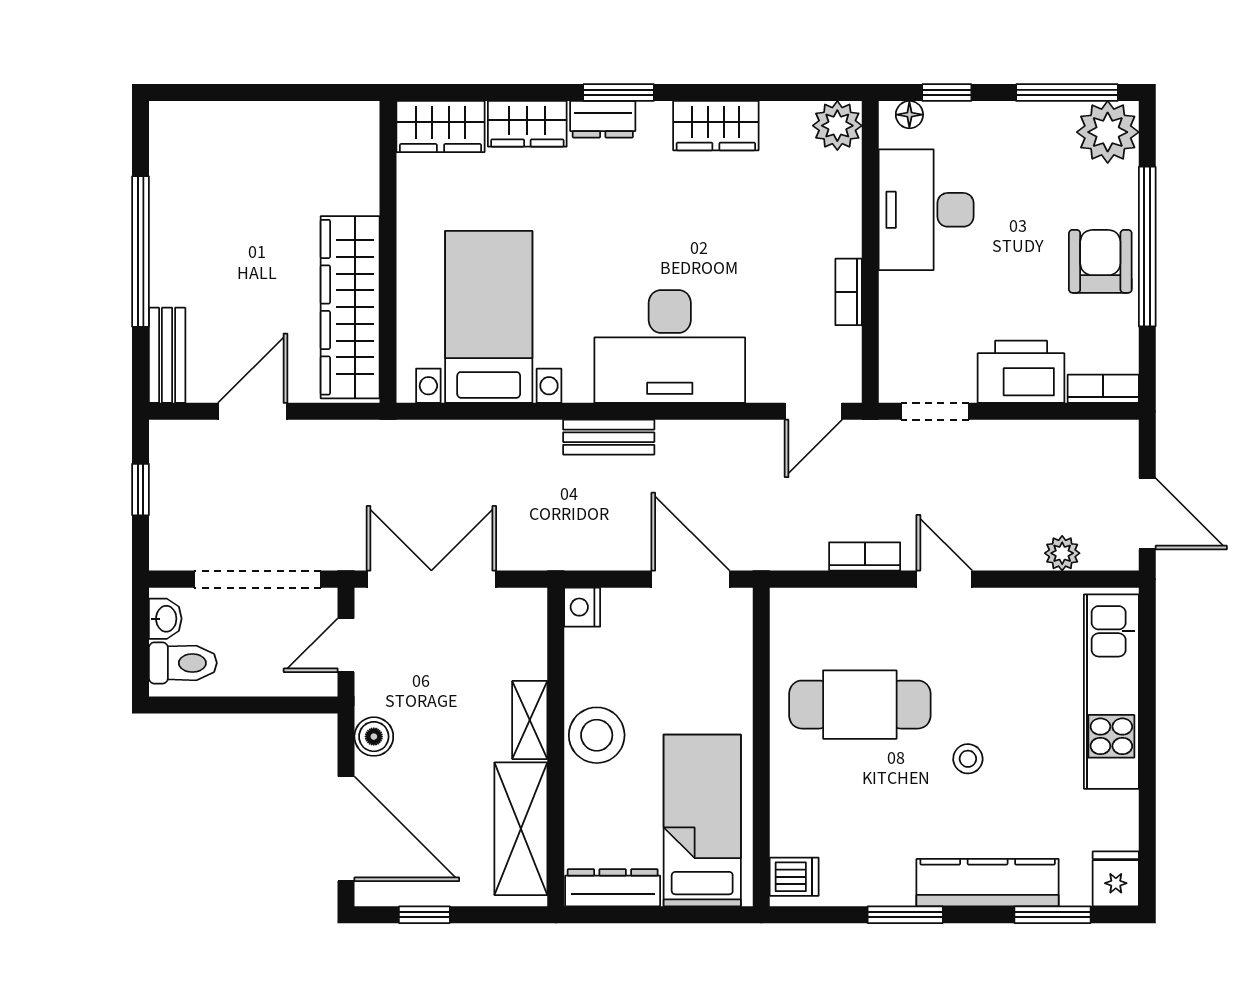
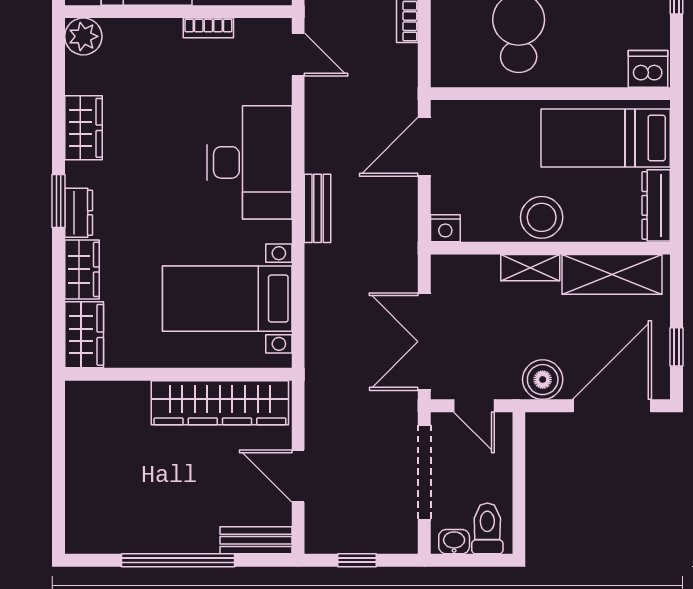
boiler: (374, 737) -> (543, 380), width x1.36, depth x1.36
dishwasher: (794, 877) -> (648, 69), width x1.38

